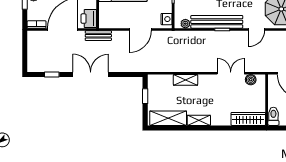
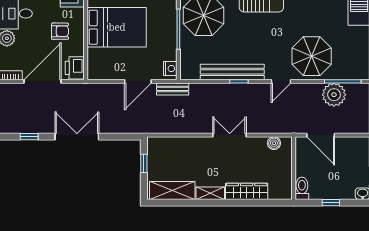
plant: (185, 24) -> (194, 74), removed
bench: (98, 36) -> (173, 89), moved
double door: (231, 73) -> (230, 135), moved
shelving: (186, 80) -> (194, 143), removed
wardrobe: (248, 119) -> (247, 191), moved

